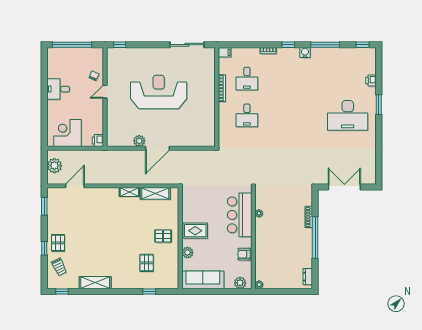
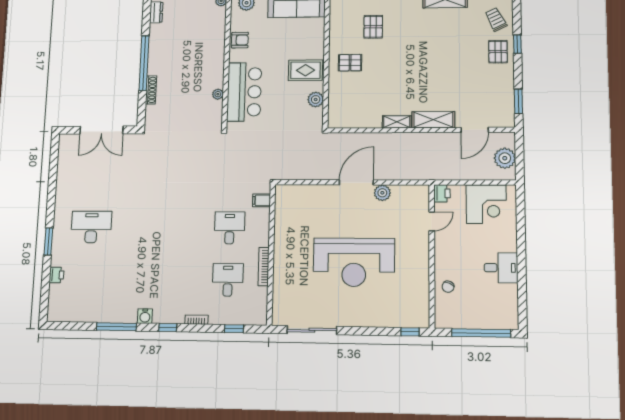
window: (363, 45) -> (234, 329), moved
filing cabinet: (225, 52) -> (261, 200), moved
door: (105, 92) -> (432, 221), moved
desk: (348, 115) -> (91, 227), width x0.73, depth x0.77
shelving: (155, 193) -> (433, 120), moved
plant: (187, 252) -> (316, 99), moved

